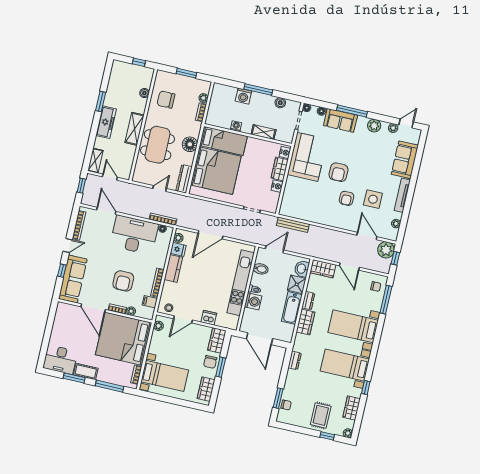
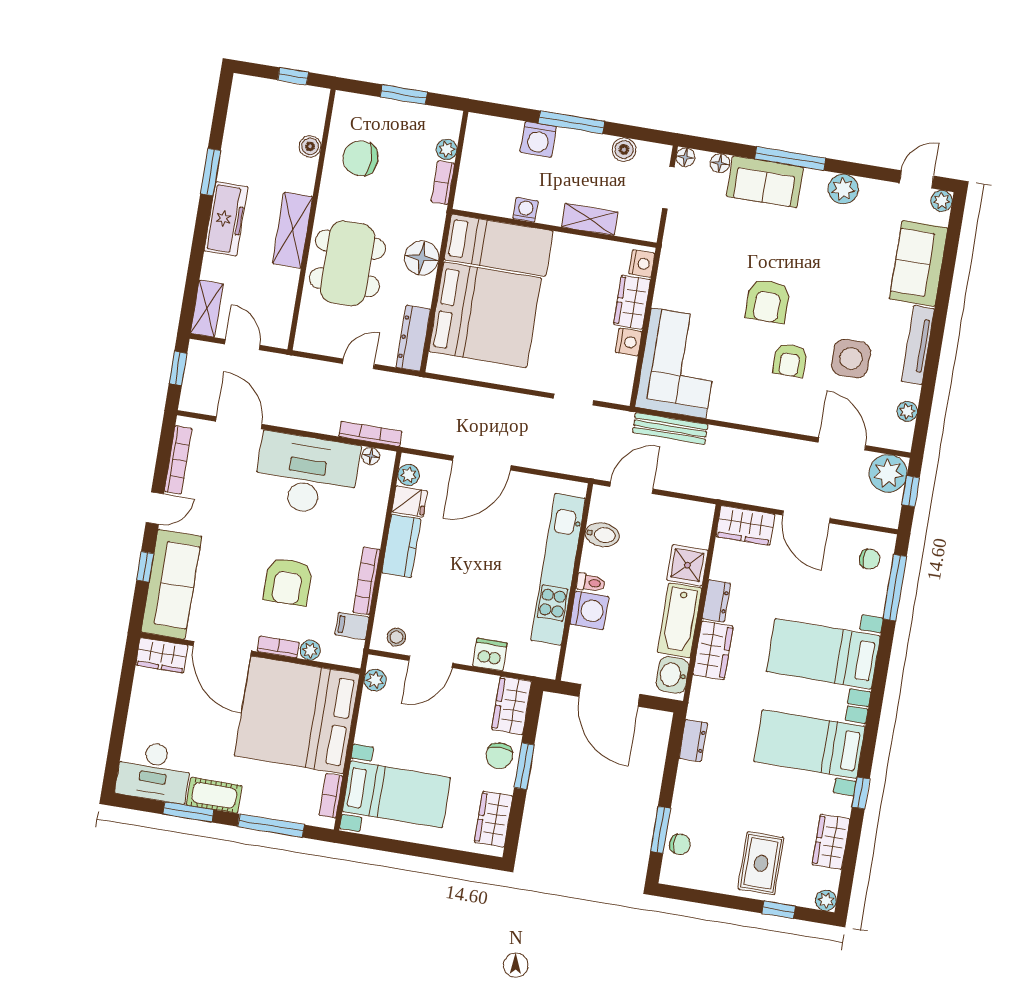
plant: (393, 128) -> (942, 201), moved
corner sofa: (307, 157) -> (678, 363), moved
washbasin: (302, 269) -> (672, 675), moved
wardrobe: (67, 309) -> (162, 655), added

